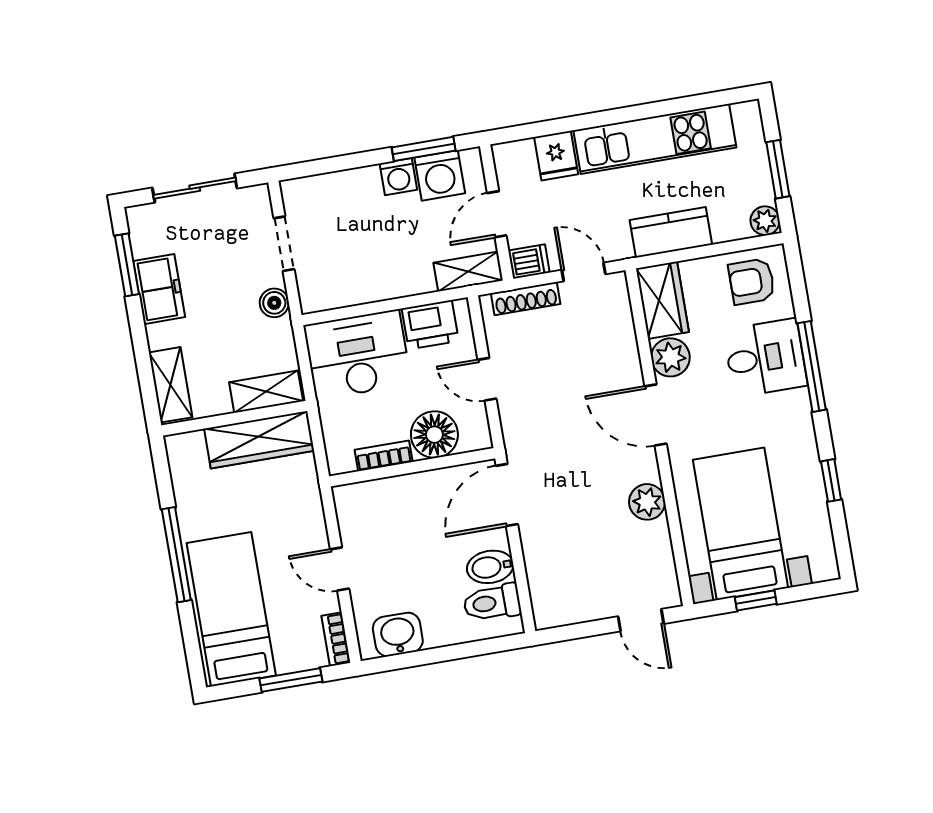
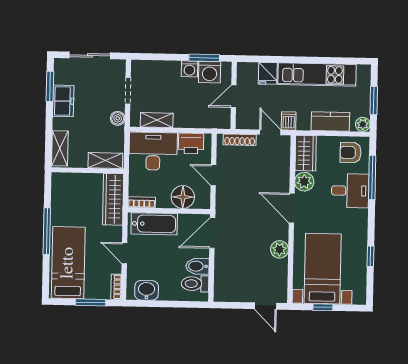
kitchen counter: (671, 232) -> (330, 121), moved
dishwasher: (529, 262) -> (289, 121), moved, turned -90
shelving: (468, 272) -> (157, 120), moved
window: (812, 366) -> (372, 177), moved
wardrobe: (259, 440) -> (113, 199), moved, turned 90
bookcase: (384, 456) -> (142, 202), moved
bathtub: (388, 499) -> (154, 224), added

